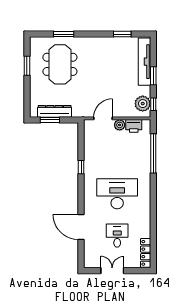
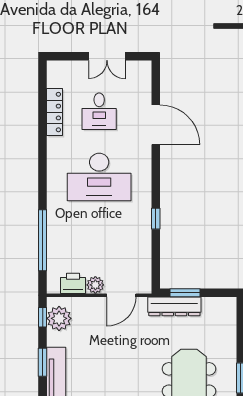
dresser: (55, 111) -> (174, 306), moved
window: (50, 120) -> (185, 293), moved
locker: (146, 253) -> (55, 112), moved

